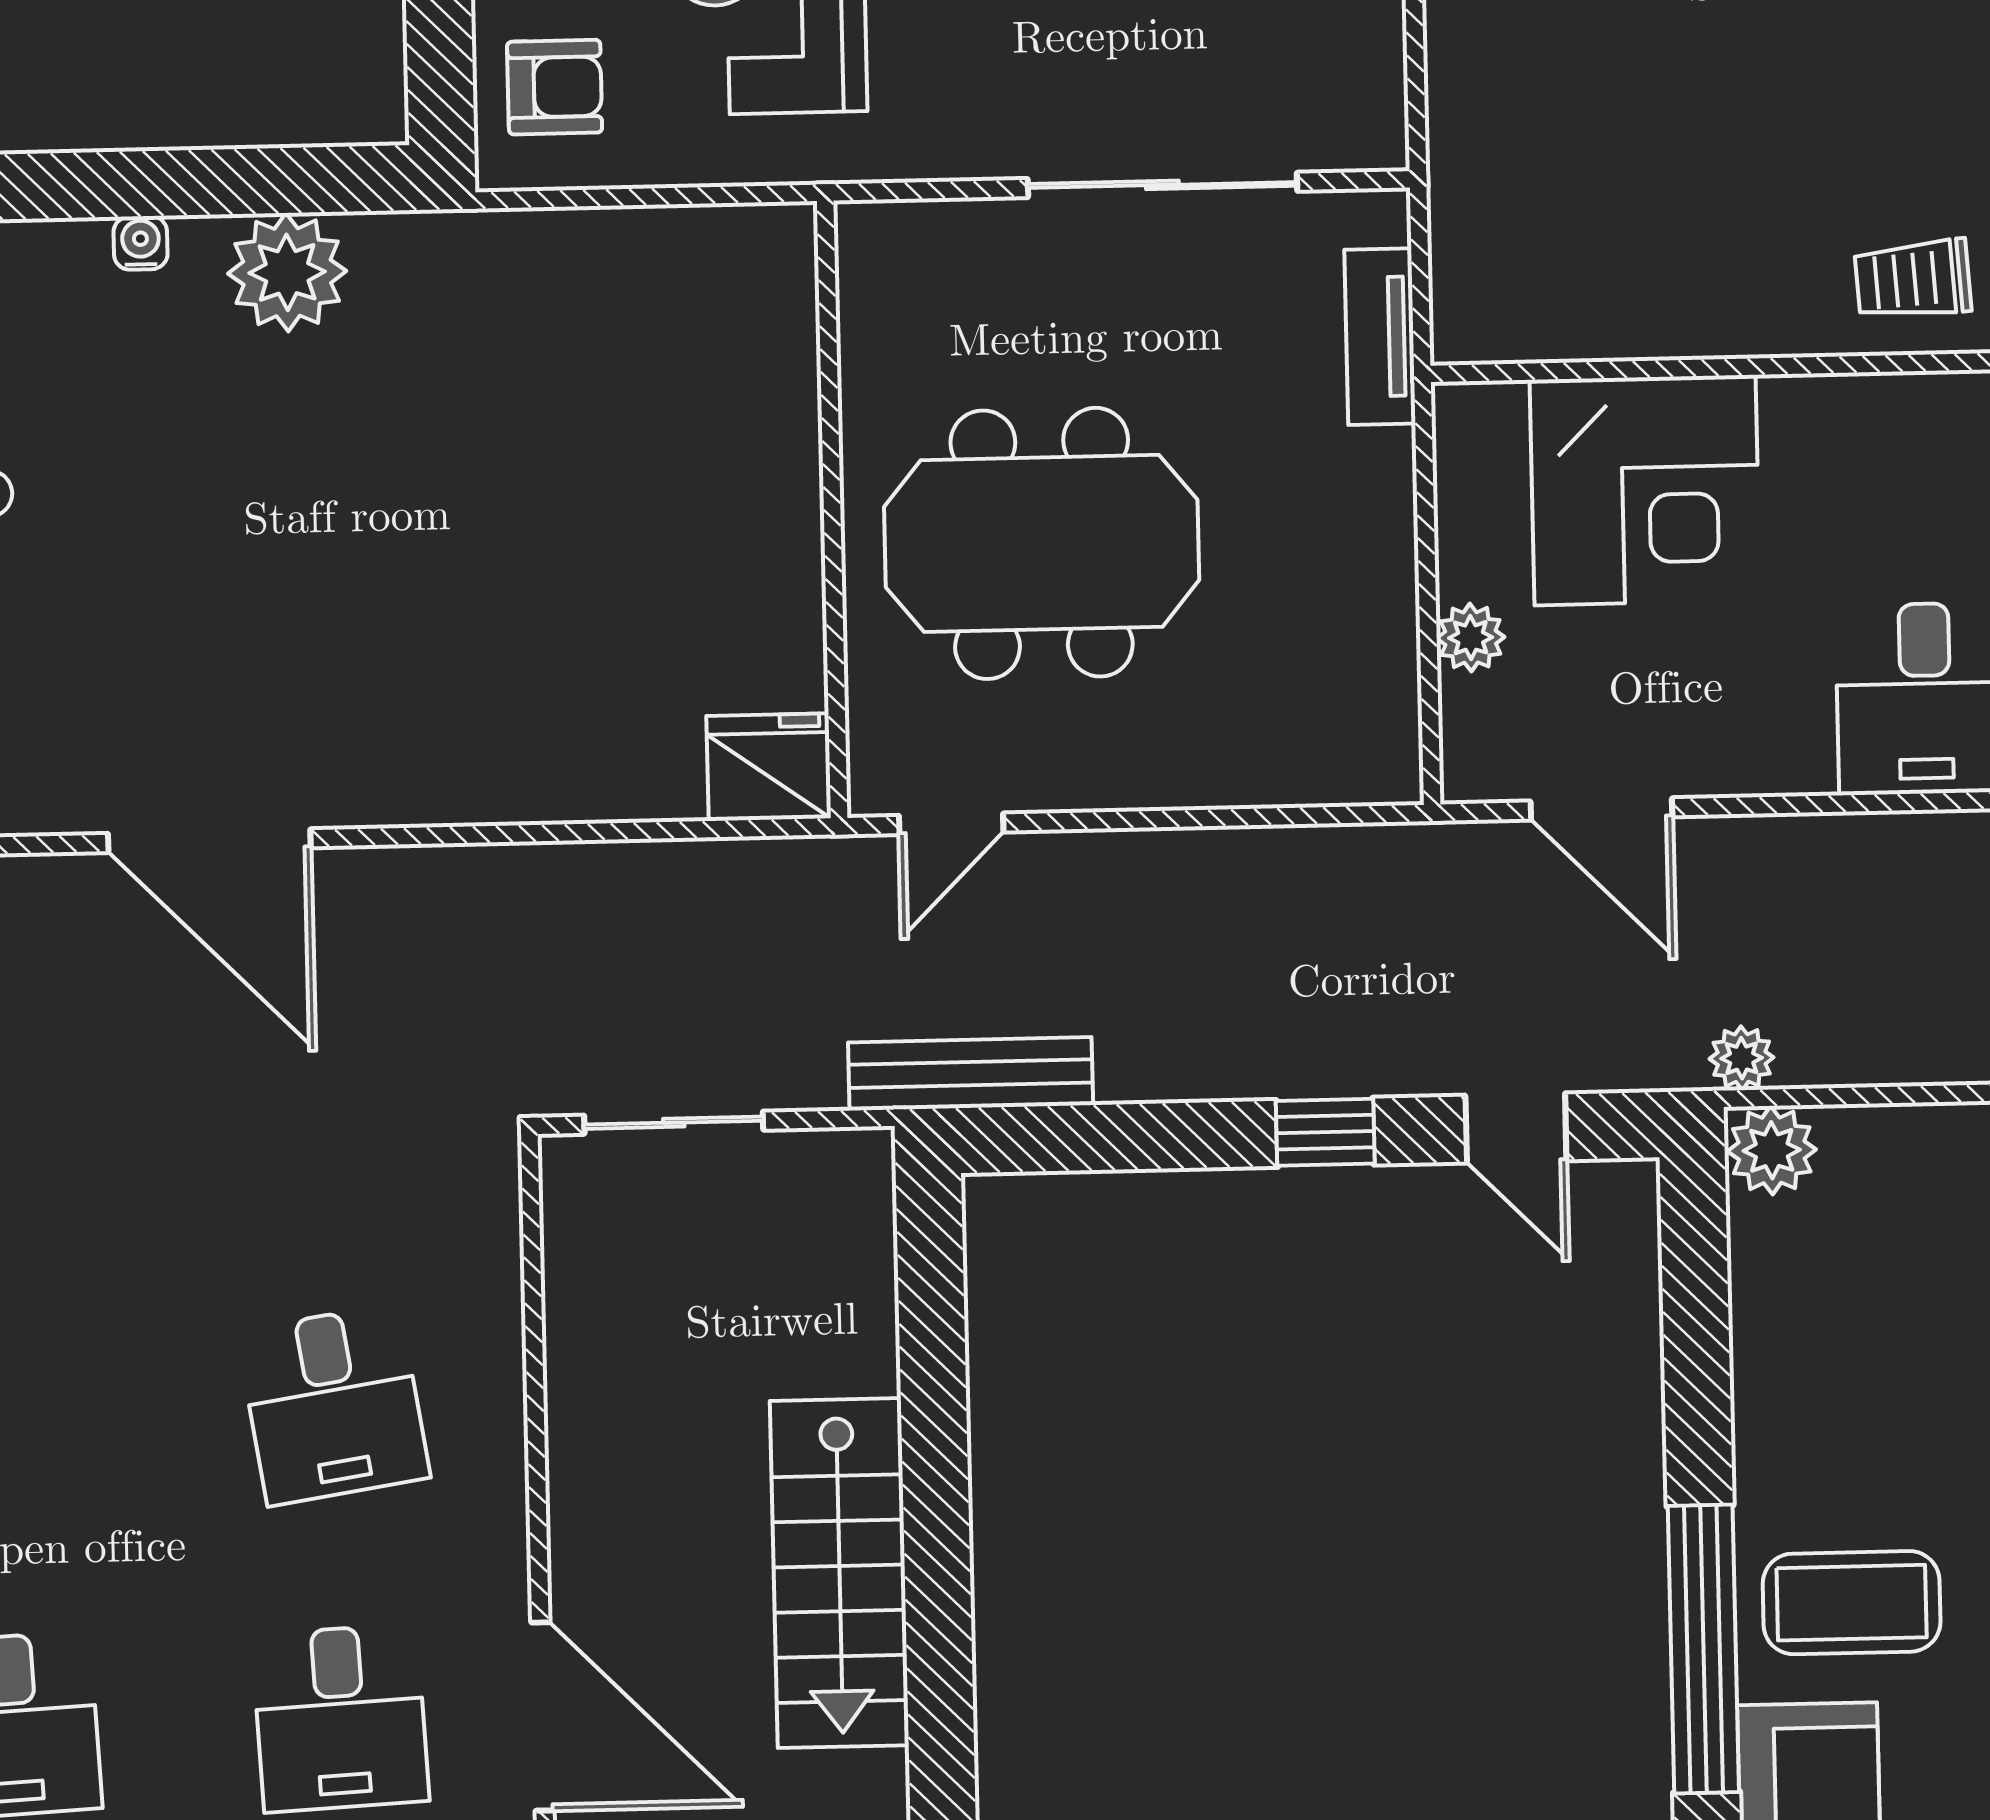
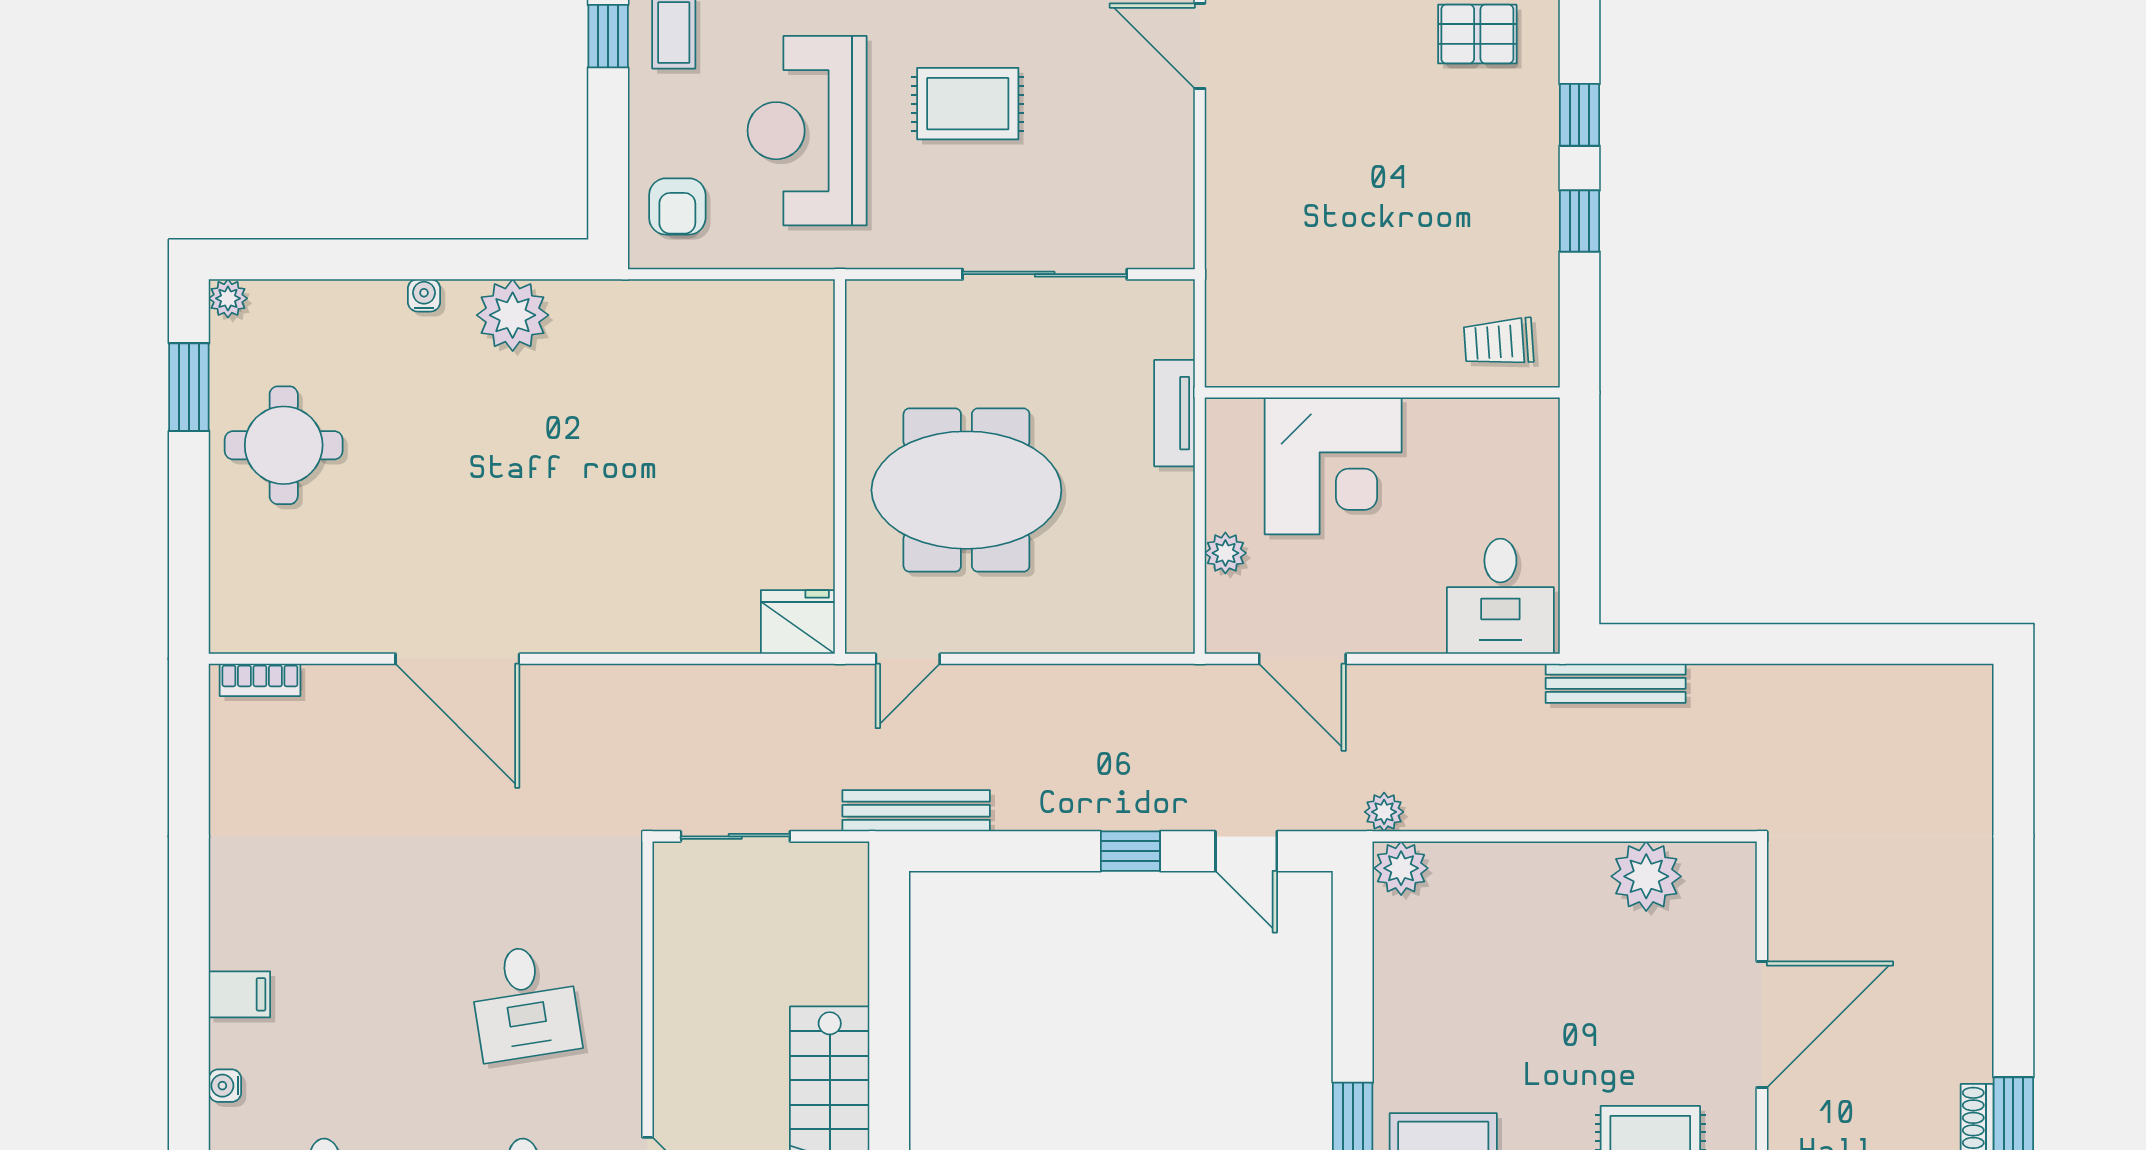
armchair: (555, 87) -> (677, 206), turned 90
tv unit: (1380, 337) -> (1175, 413), moved

